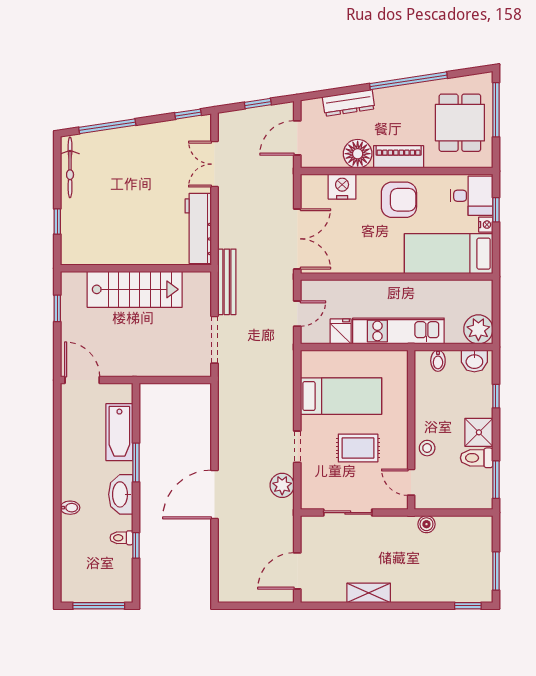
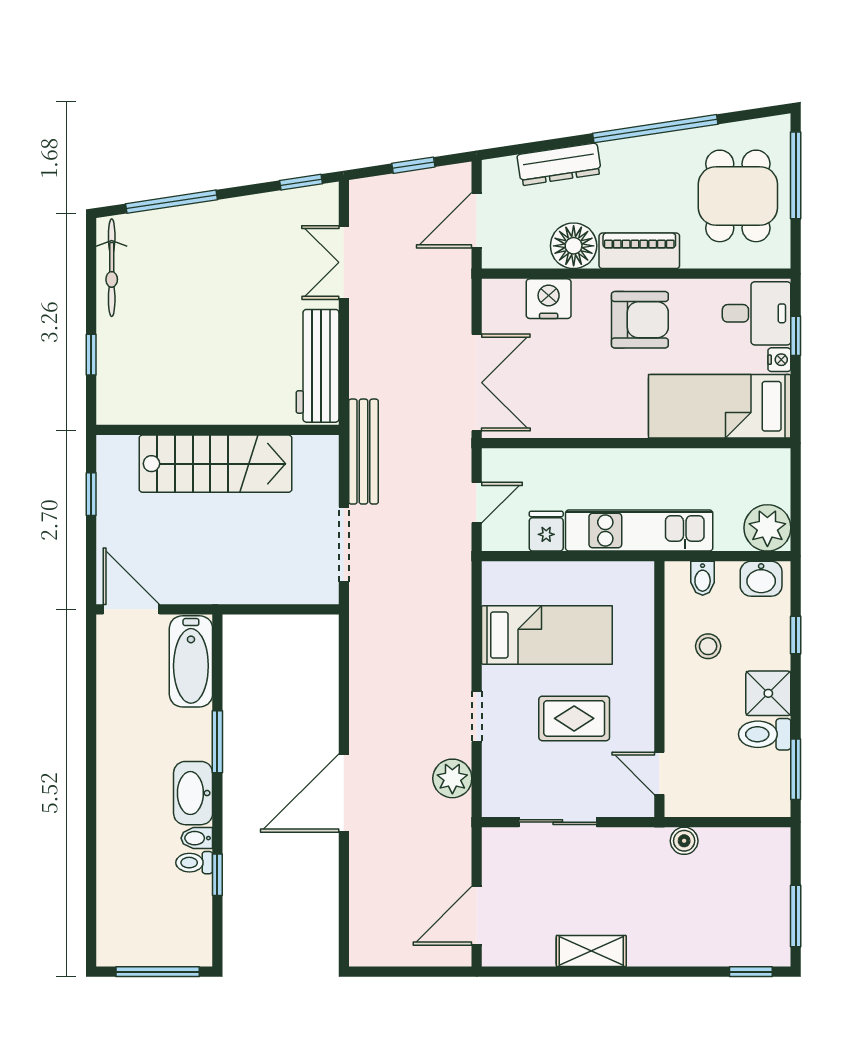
bathtub: (119, 432) -> (191, 661), moved
stool: (427, 448) -> (708, 646), moved
bidet: (70, 508) -> (197, 838), moved, turned 180

